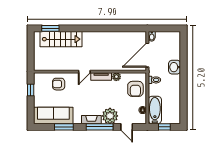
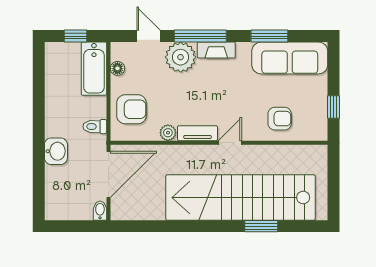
window: (50, 28) -> (261, 226), moved
stairs: (61, 39) -> (241, 198), width x1.86, depth x1.51
armchair: (135, 89) -> (131, 109), turned 90

